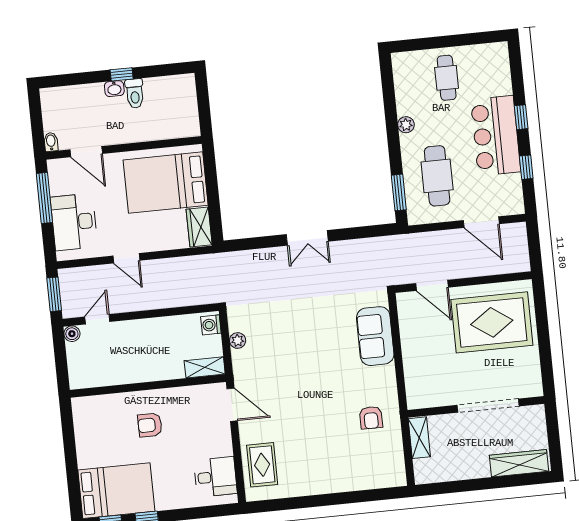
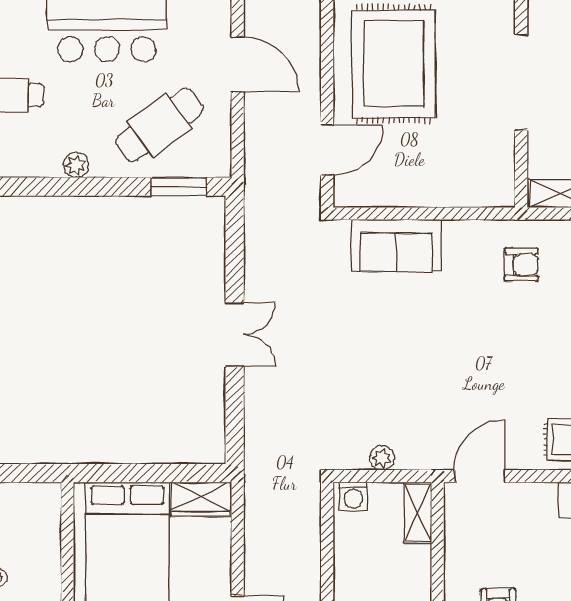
cafe table: (437, 176) -> (159, 125), turned -36
door: (481, 222) -> (238, 64), hinge flipped

